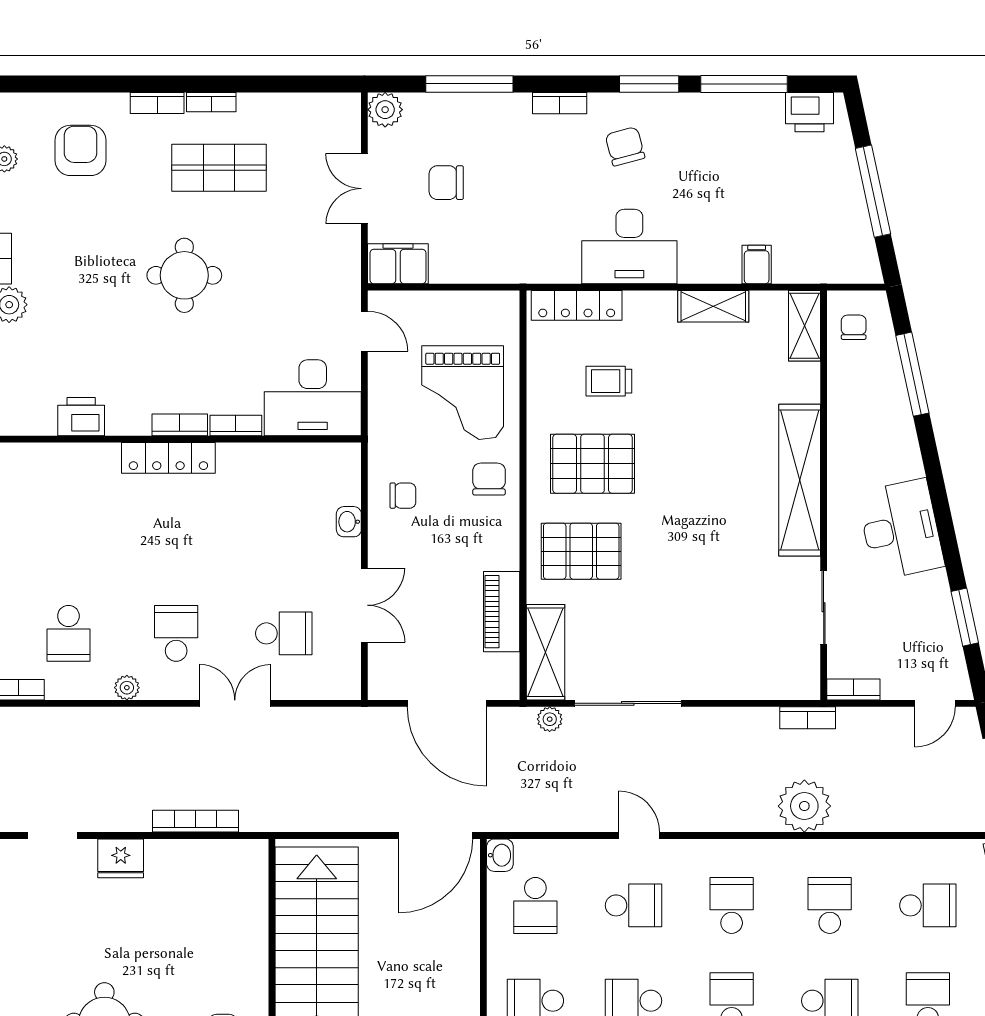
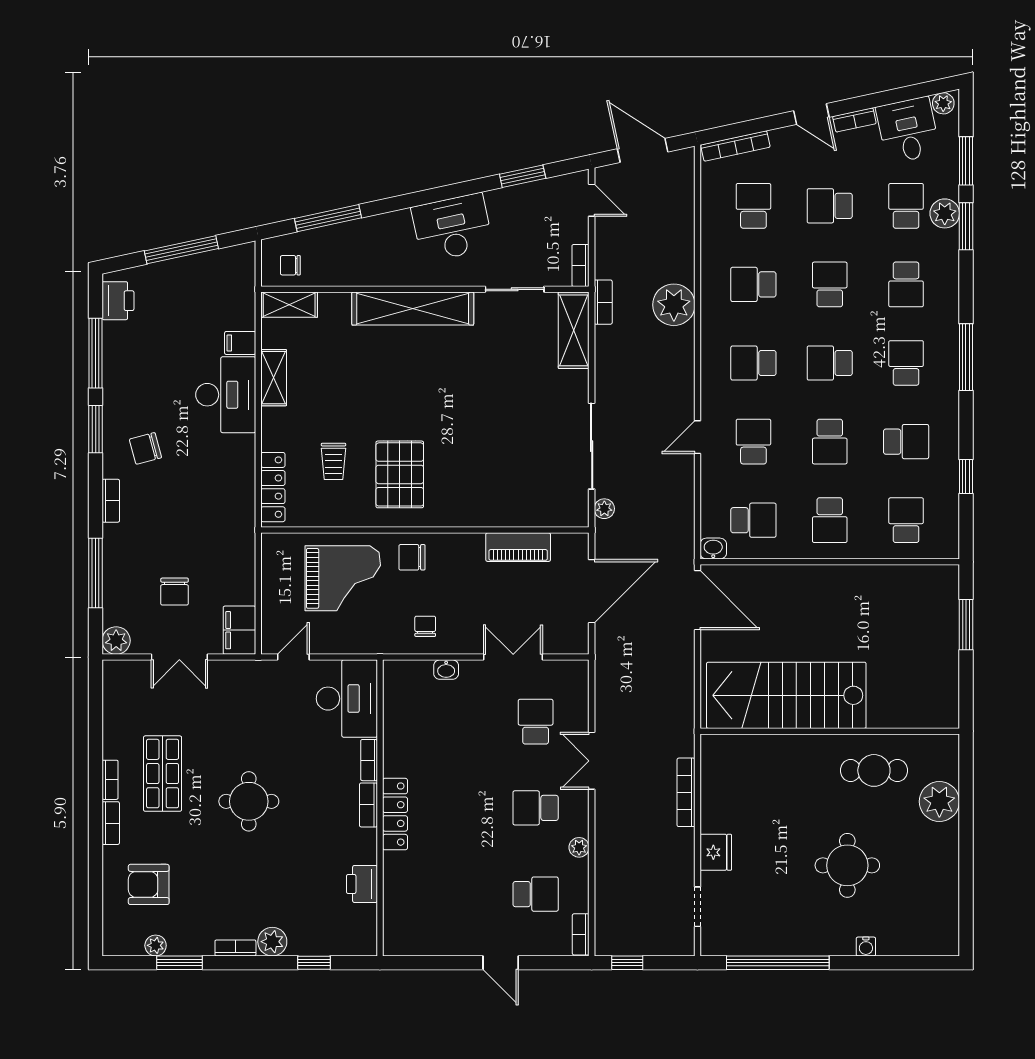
desk: (629, 247) -> (226, 395), moved
pallet: (581, 551) -> (470, 483), removed
shelving: (545, 652) -> (574, 330), moved, turned 90

